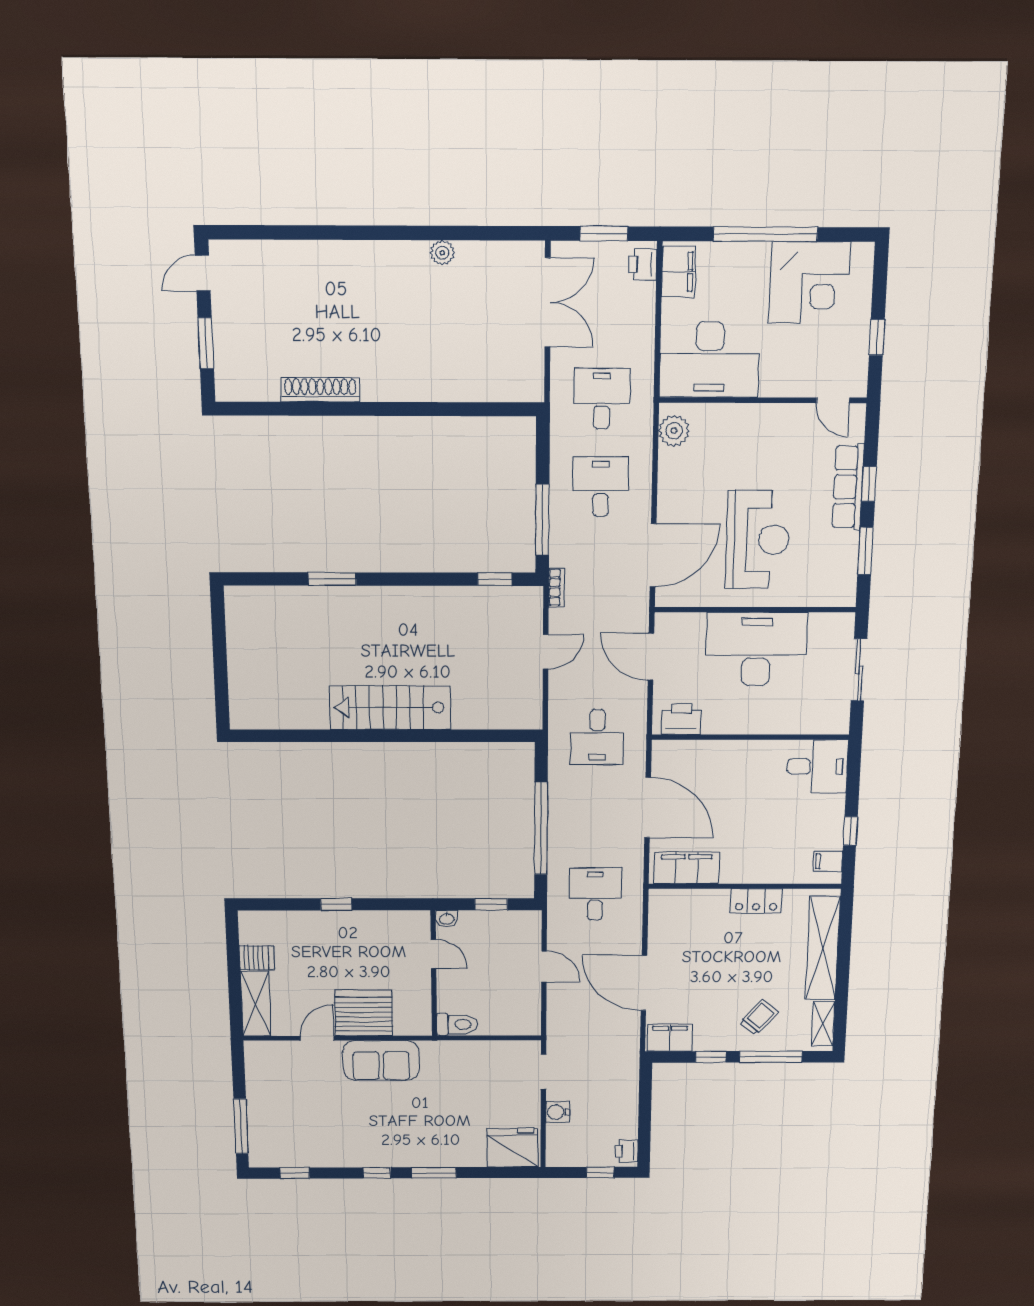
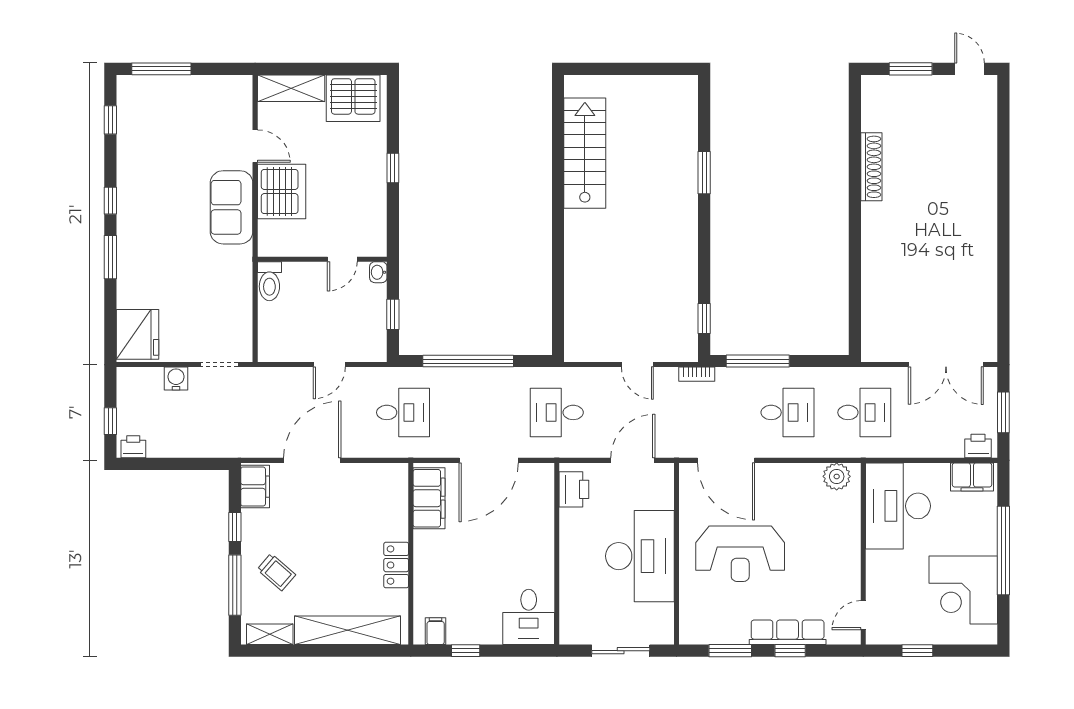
plant: (442, 253) -> (987, 274), removed
stairs: (390, 708) -> (585, 153), moved
server rack: (257, 958) -> (353, 98), width x2.18, depth x1.44

